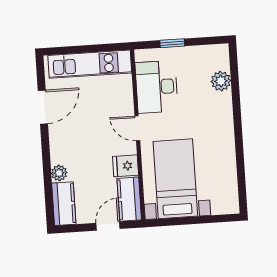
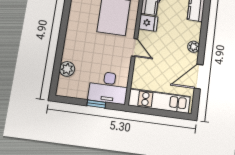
desk: (157, 87) -> (108, 88), moved, turned 90
plant: (59, 173) -> (194, 47), moved

